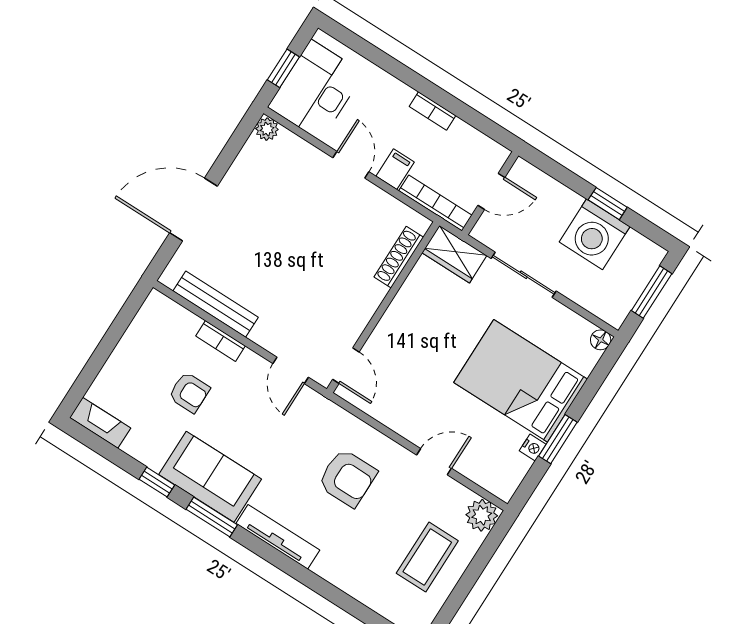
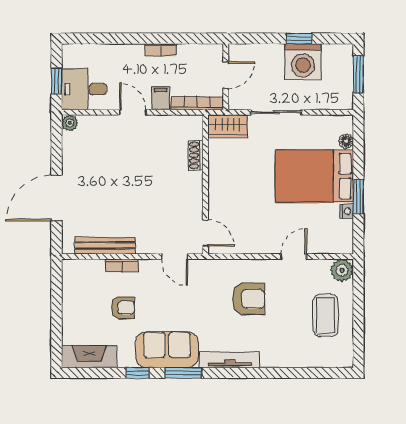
desk: (316, 90) -> (84, 89), width x0.73
shoe rack: (399, 257) -> (196, 155), width x0.70
floor lamp: (601, 340) -> (346, 141), moved
fireplace: (100, 423) -> (89, 357), width x1.37, depth x1.32

